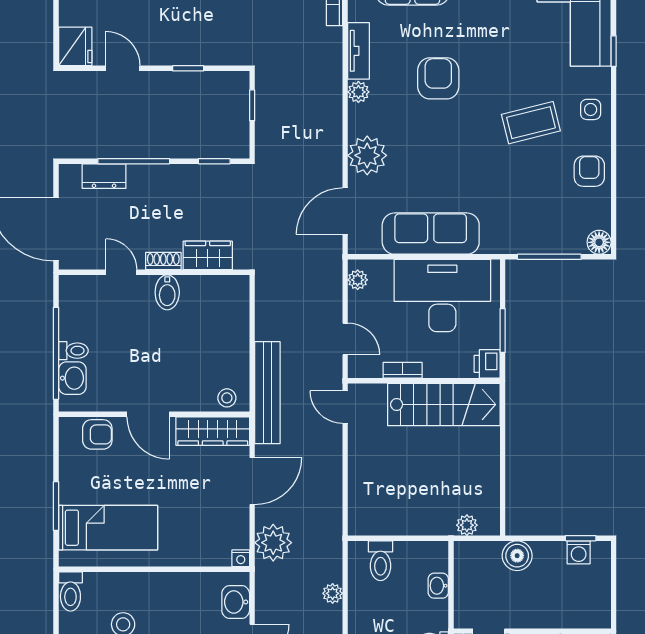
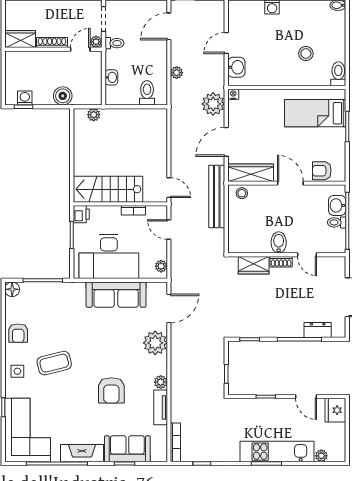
wardrobe: (208, 255) -> (254, 265), moved
shoe rack: (163, 261) -> (281, 262), moved
door: (121, 272) -> (307, 255), moved
wall: (154, 272) -> (287, 255), moved
bidet: (167, 292) -> (279, 242), moved

